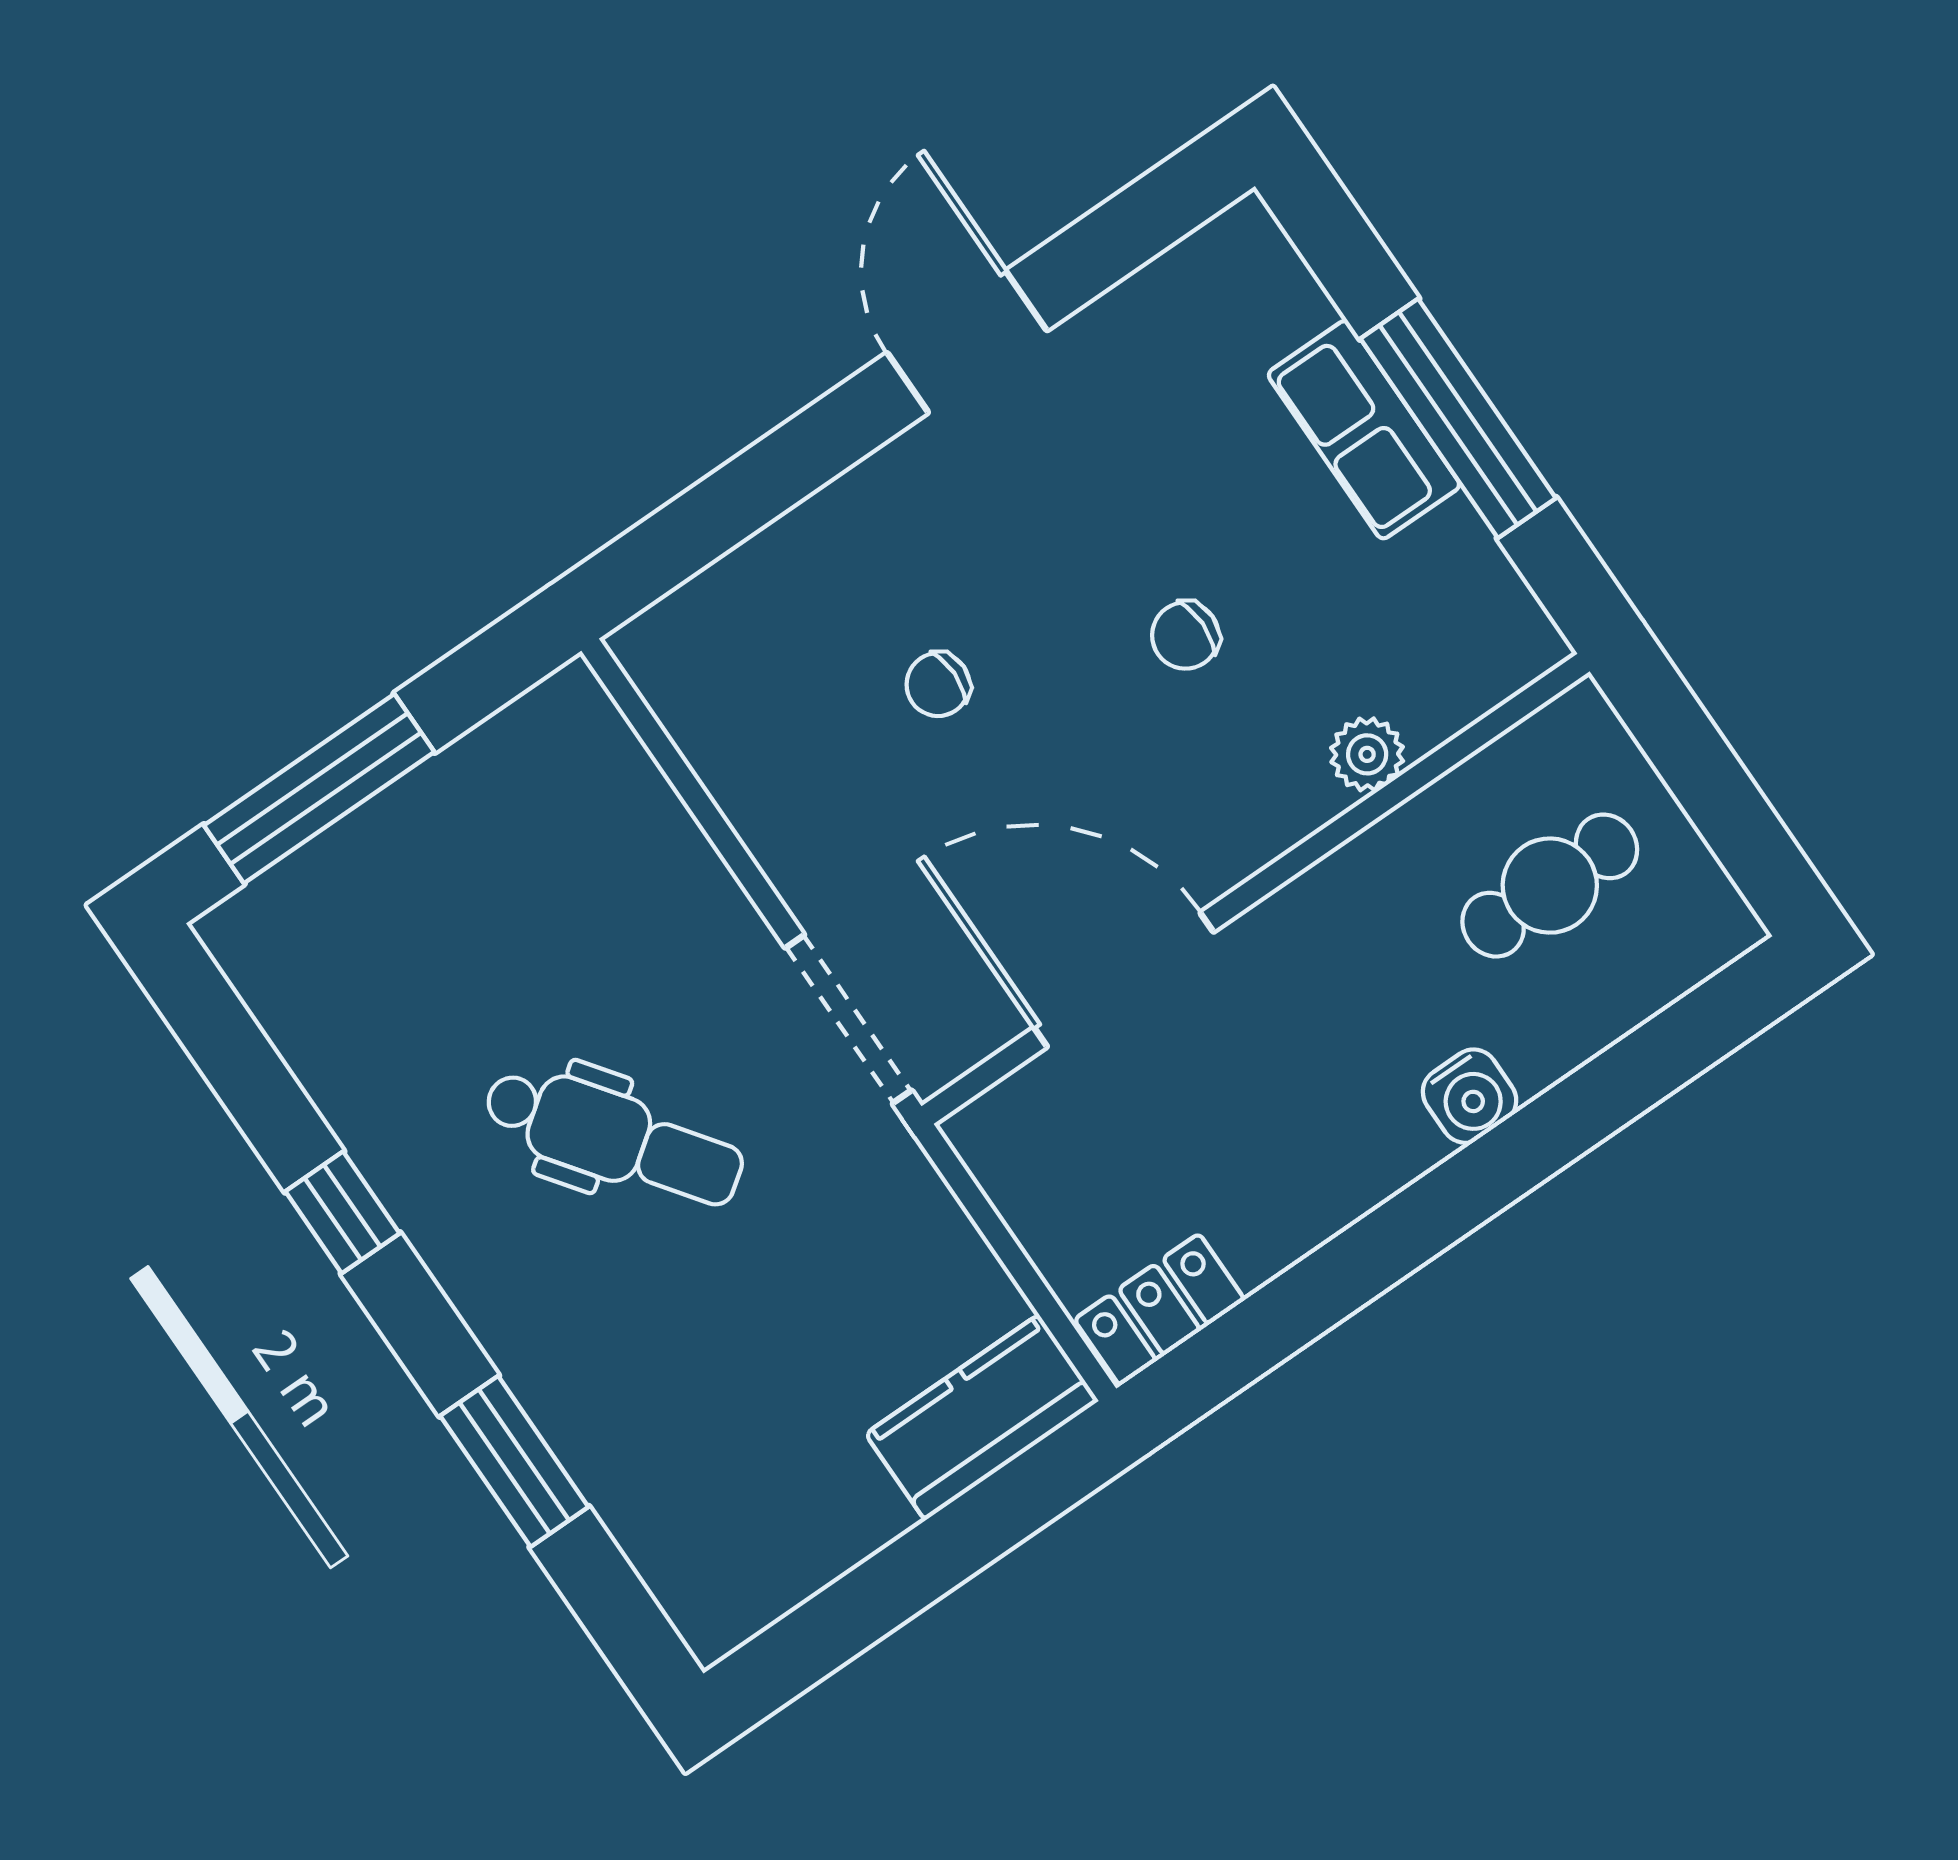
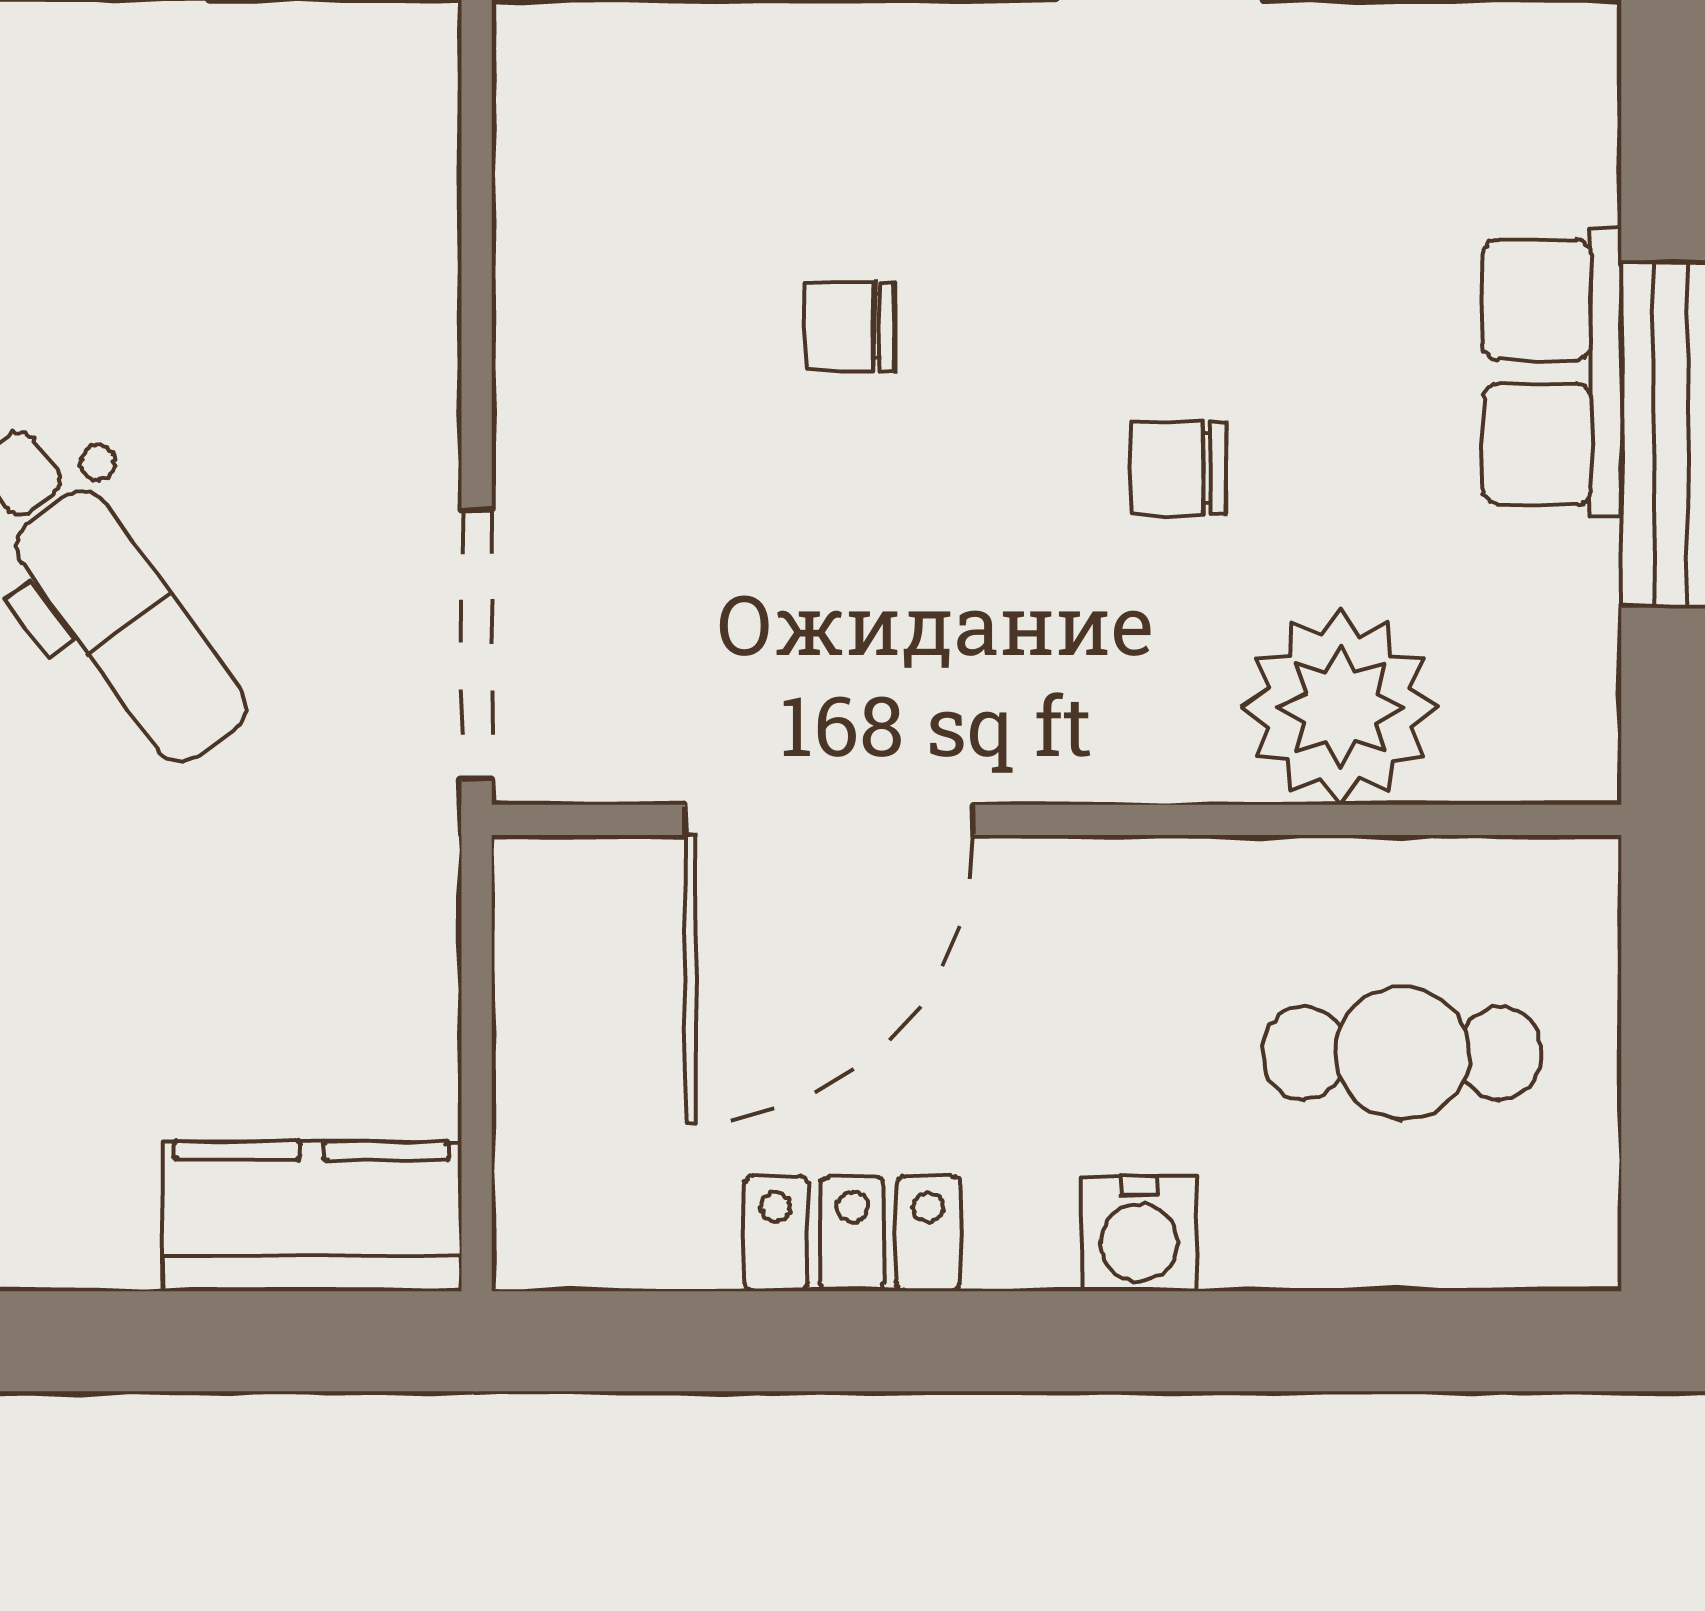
plant: (1367, 754) -> (1340, 707), width x1.88, depth x1.88
door: (1124, 980) -> (829, 820), swing flipped
locker: (1159, 1310) -> (852, 1234), moved

